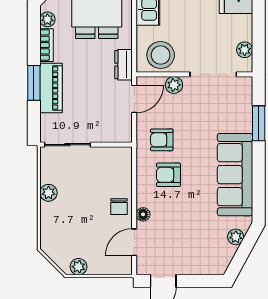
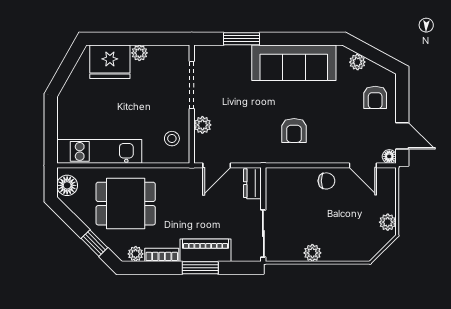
plant: (245, 50) -> (139, 53), moved
stool: (161, 55) -> (172, 139), width x0.53, depth x0.53
dresser: (124, 65) -> (252, 183), moved, turned 90
door: (134, 99) -> (217, 165), swing flipped
armchair: (162, 140) -> (375, 97), moved
floor lamp: (143, 214) -> (389, 156), moved

